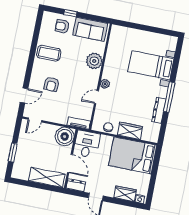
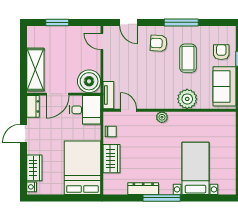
coffee table: (49, 53) -> (188, 58), moved
window: (32, 54) -> (181, 22), added
armchair: (51, 84) -> (159, 43), moved
door: (96, 97) -> (129, 110), moved

